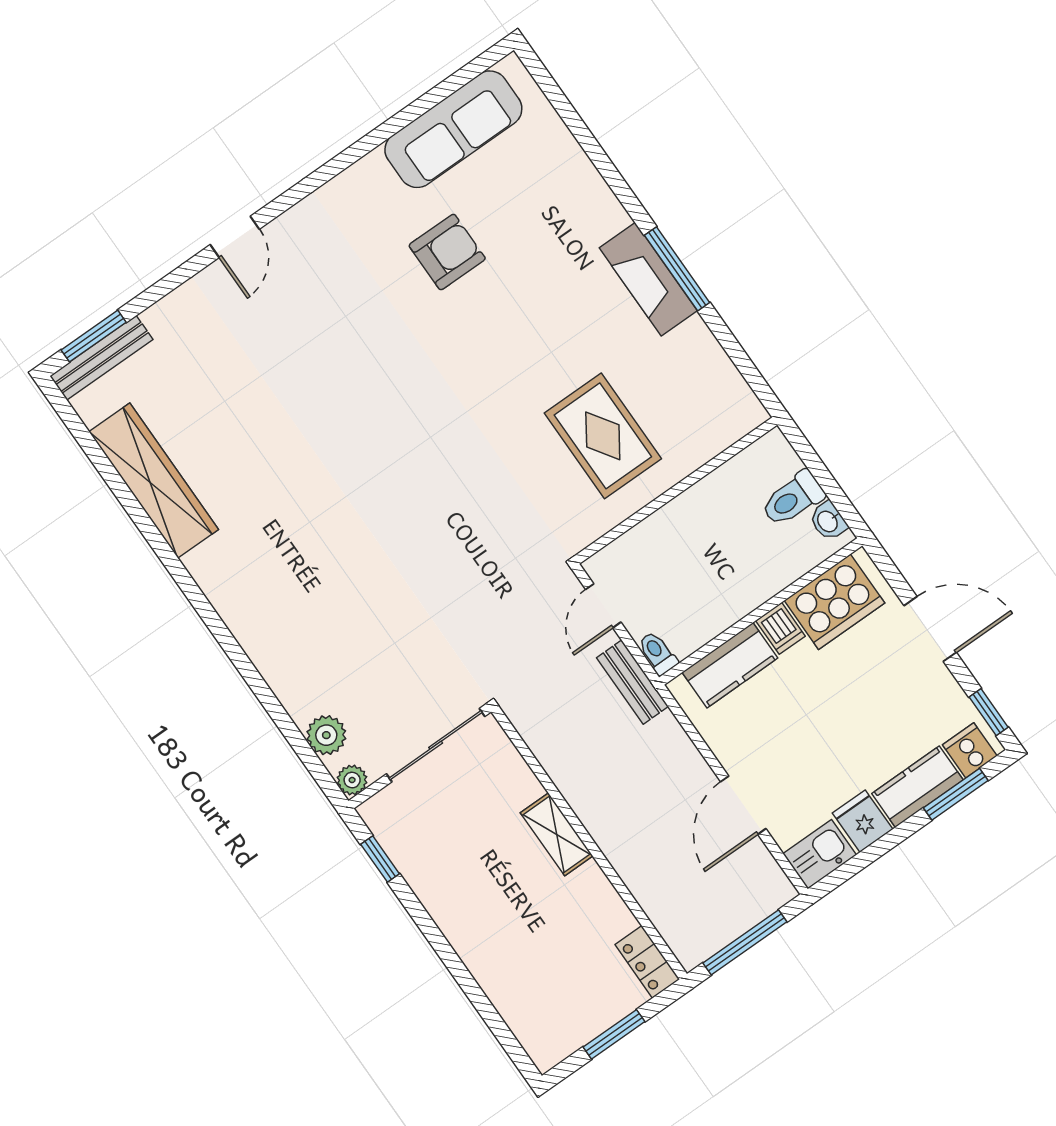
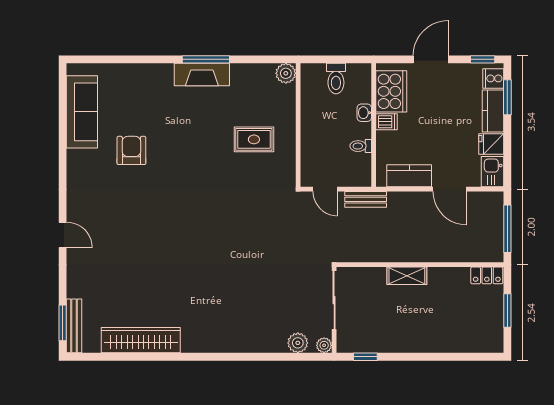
plant: (745, 412) -> (286, 73), added
rug: (603, 436) -> (254, 139), width x0.73, depth x0.70
washbasin: (828, 521) -> (364, 113), moved, turned 90
toilet: (658, 653) -> (361, 146), moved
kitchen counter: (730, 665) -> (409, 176), moved, turned -90

